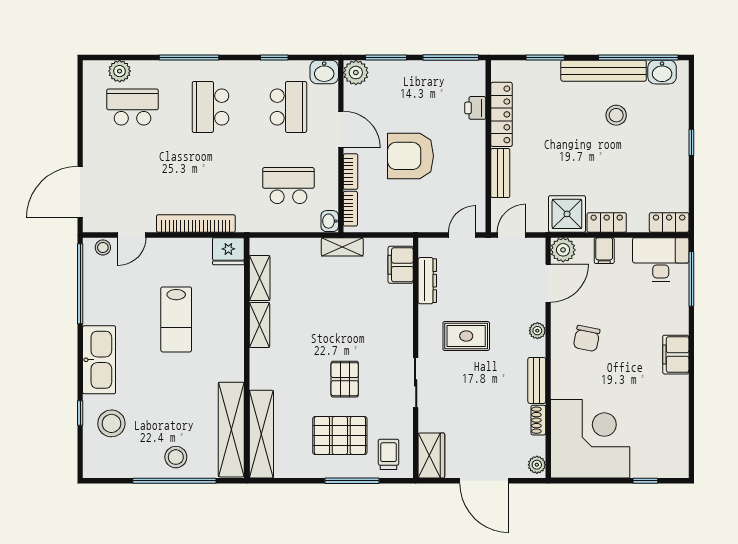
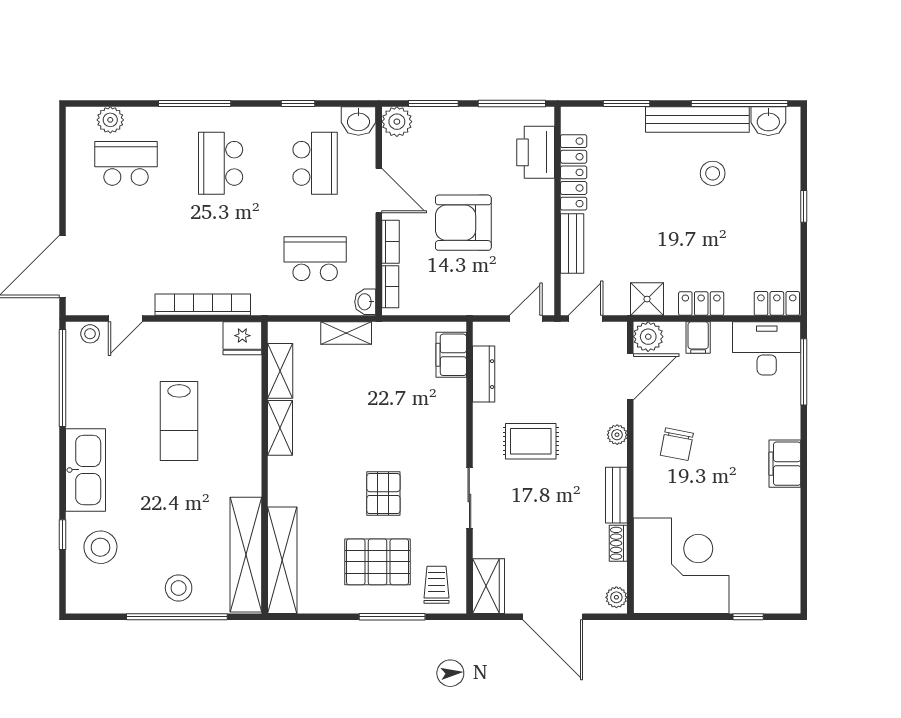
printer: (475, 108) -> (536, 152), width x1.87, depth x1.48
shower: (567, 214) -> (647, 299), width x0.73, depth x0.73
shelving: (342, 247) -> (346, 333), moved

